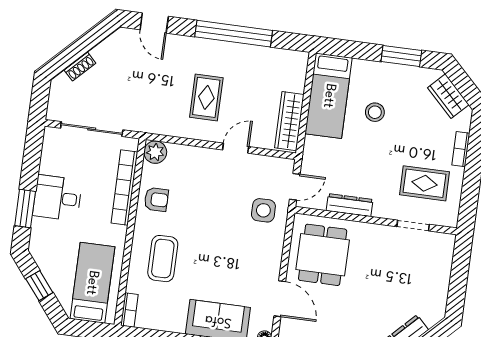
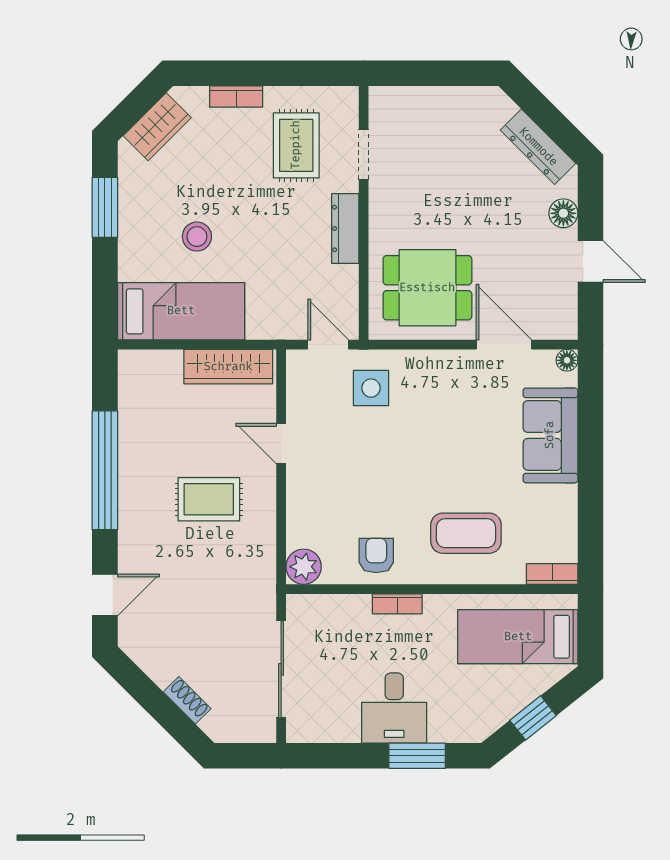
bookcase: (124, 188) -> (397, 604), width x0.43, depth x0.76
dresser: (350, 205) -> (345, 228), moved
door: (280, 299) -> (504, 345), hinge flipped

